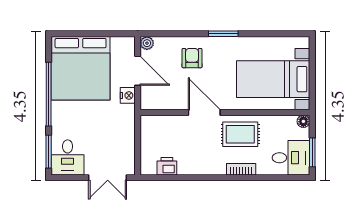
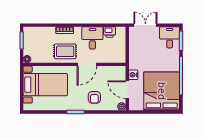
door: (204, 113) -> (87, 64), hinge flipped
desk: (291, 158) -> (92, 38), moved, turned 90

